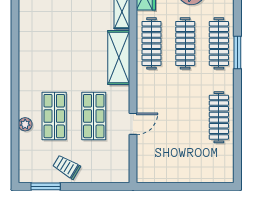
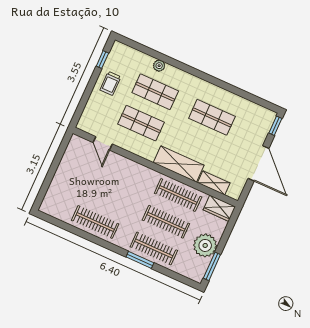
shop shelf: (54, 45) -> (212, 117), added
door: (133, 124) -> (103, 143), moved
trolley: (67, 167) -> (110, 83), turned 149
window: (46, 186) -> (102, 60), width x0.67

